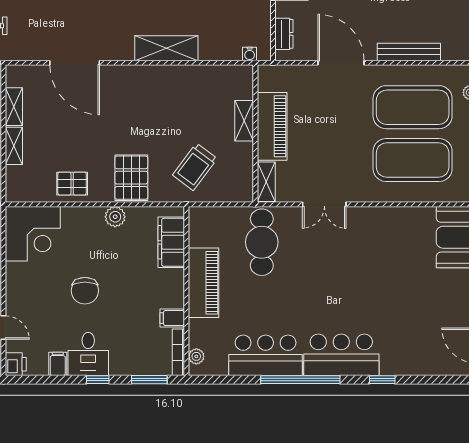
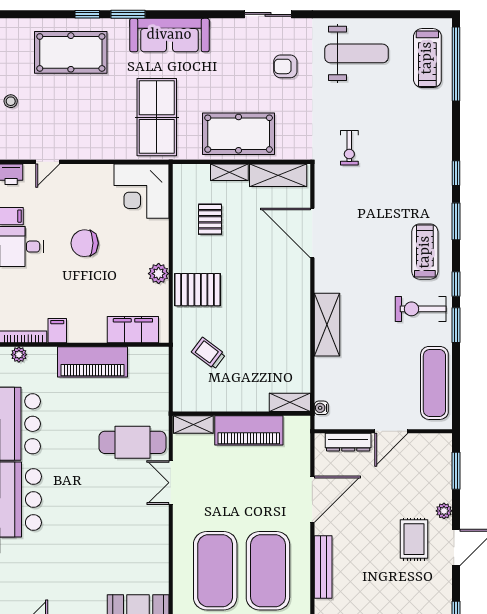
dresser: (284, 34) -> (348, 442), width x1.44
door: (75, 63) -> (312, 233), hinge flipped
shelving: (14, 107) -> (278, 175), width x1.50, depth x1.33
shelving: (244, 121) -> (290, 402), moved
trolley: (195, 167) -> (208, 353), width x0.73, depth x0.72
pallet: (72, 184) -> (210, 219), moved
cafe table: (262, 242) -> (132, 442), moved

